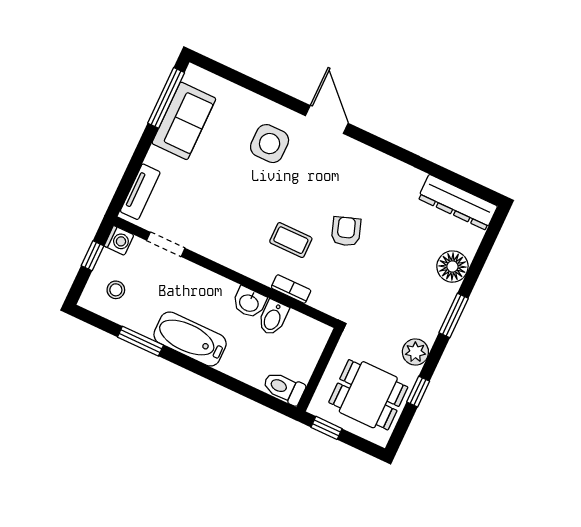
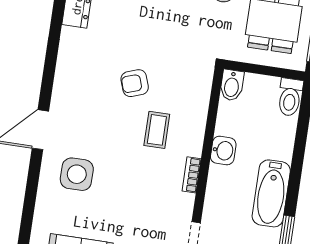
bookcase: (291, 289) -> (192, 175), moved
bidet: (273, 318) -> (232, 85), moved, turned 90

